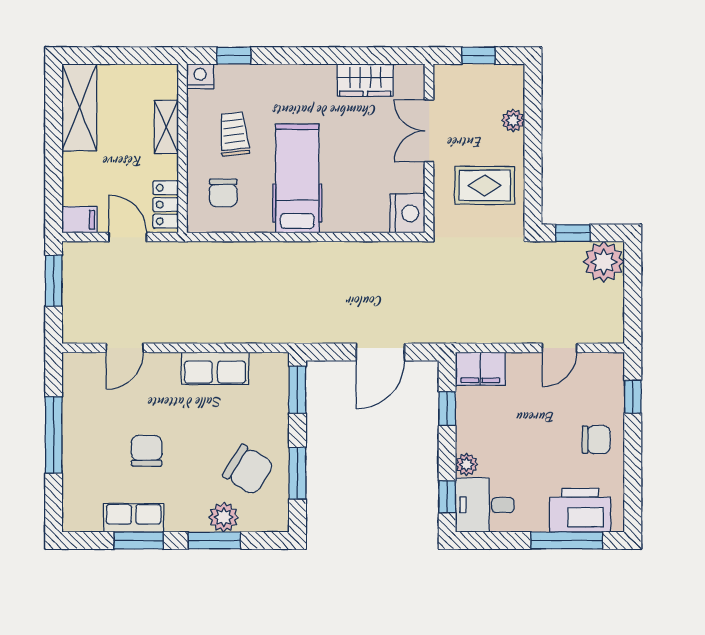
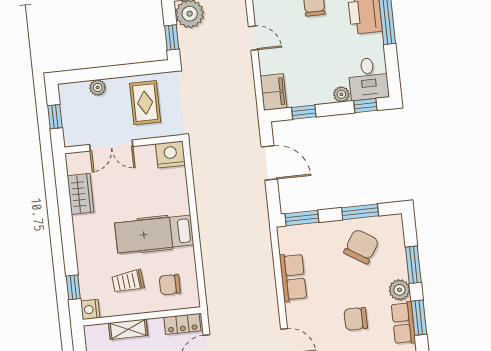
chair: (223, 193) -> (170, 285), turned 180
plant: (224, 517) -> (399, 290), moved

